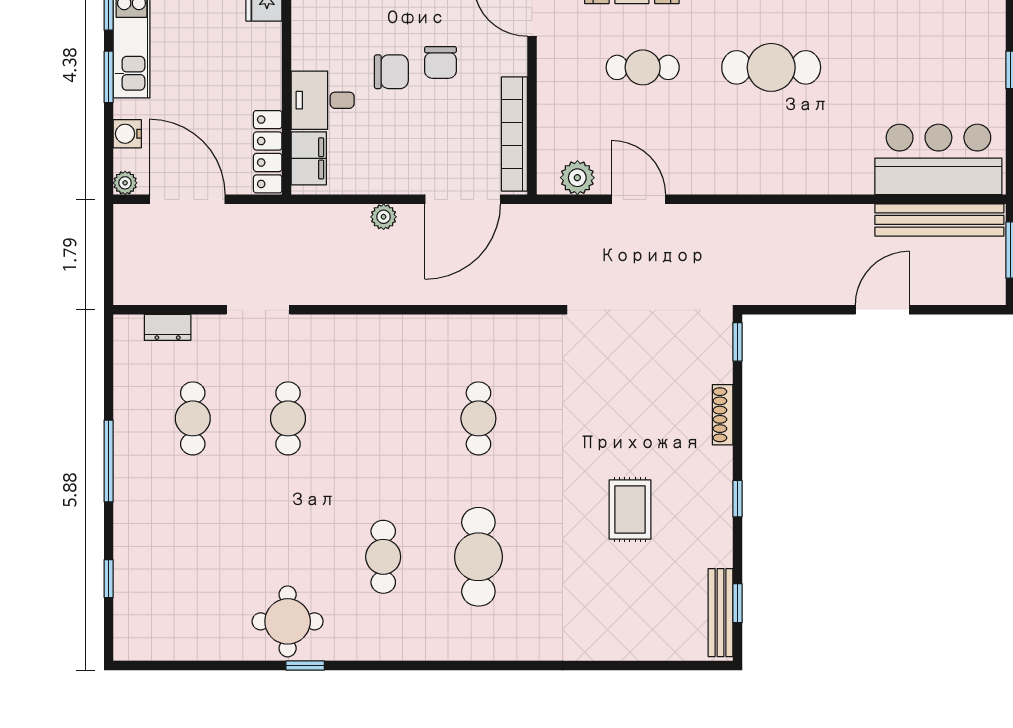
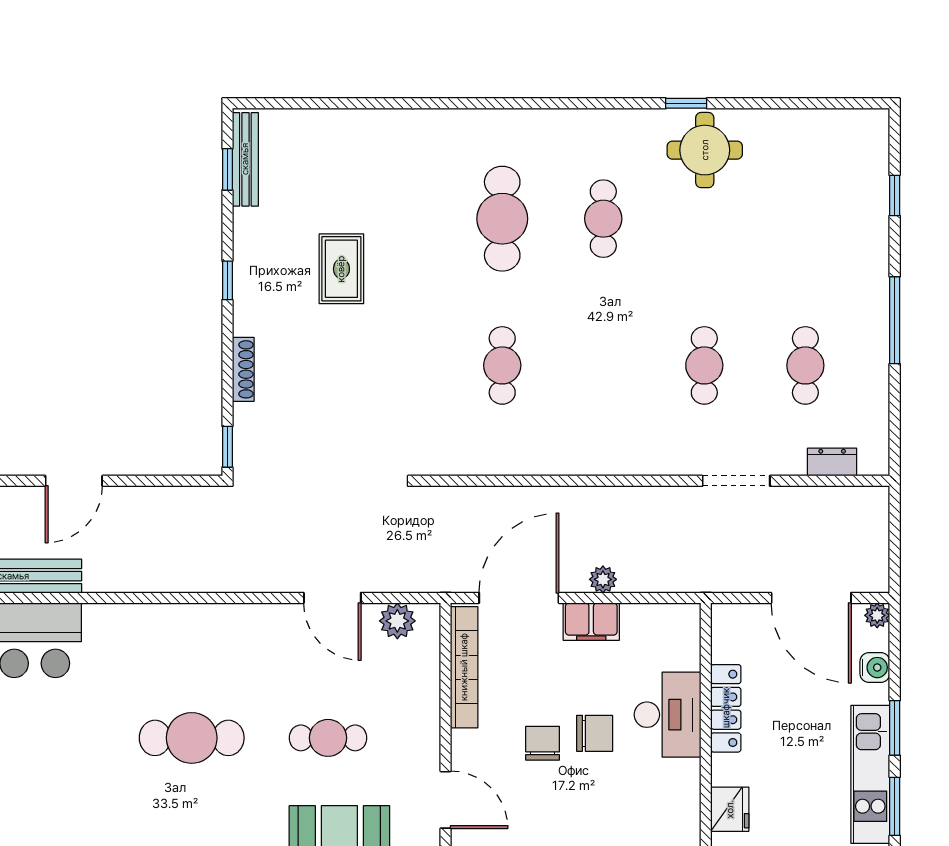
chair: (391, 72) -> (595, 733), turned 180
desk: (323, 100) -> (668, 715), width x1.37
locker: (268, 152) -> (726, 708), moved
filing cabinet: (309, 158) -> (591, 622), moved, turned -90

